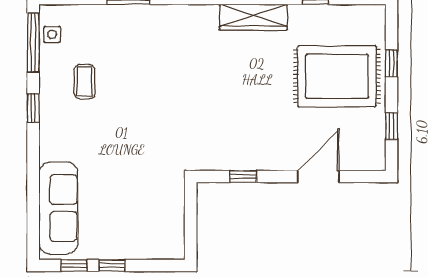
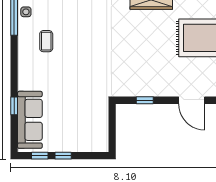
window: (33, 108) -> (14, 106), moved
door: (318, 176) -> (192, 100), swing flipped

